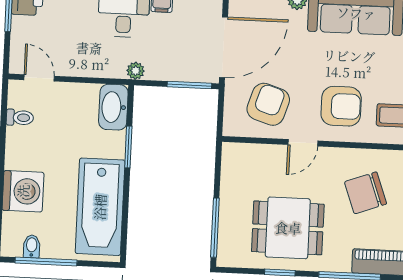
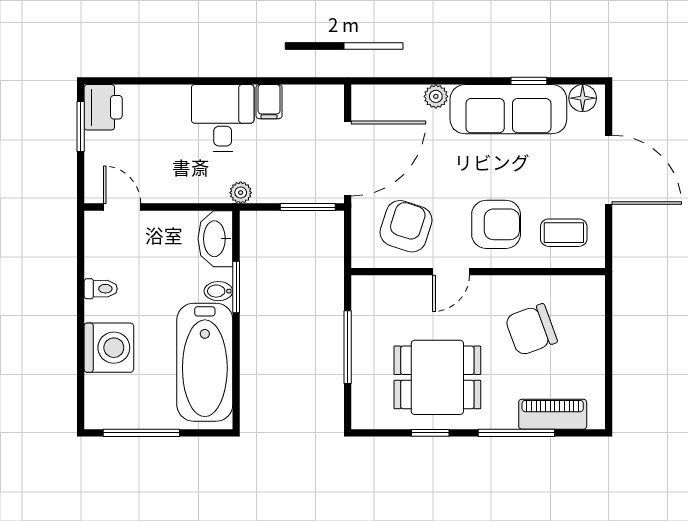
toilet: (20, 118) -> (101, 289), moved
window: (215, 228) -> (348, 347), moved
bidet: (32, 246) -> (218, 291), moved, turned -90

